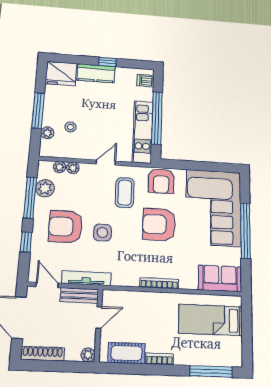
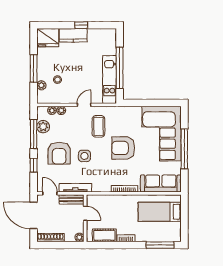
dishwasher: (145, 81) -> (110, 38), removed
armchair: (161, 181) -> (124, 116), removed
armchair: (66, 227) -> (59, 153), turned -90
sofa: (220, 278) -> (161, 183), width x1.36
door: (99, 317) -> (85, 213), hinge flipped

